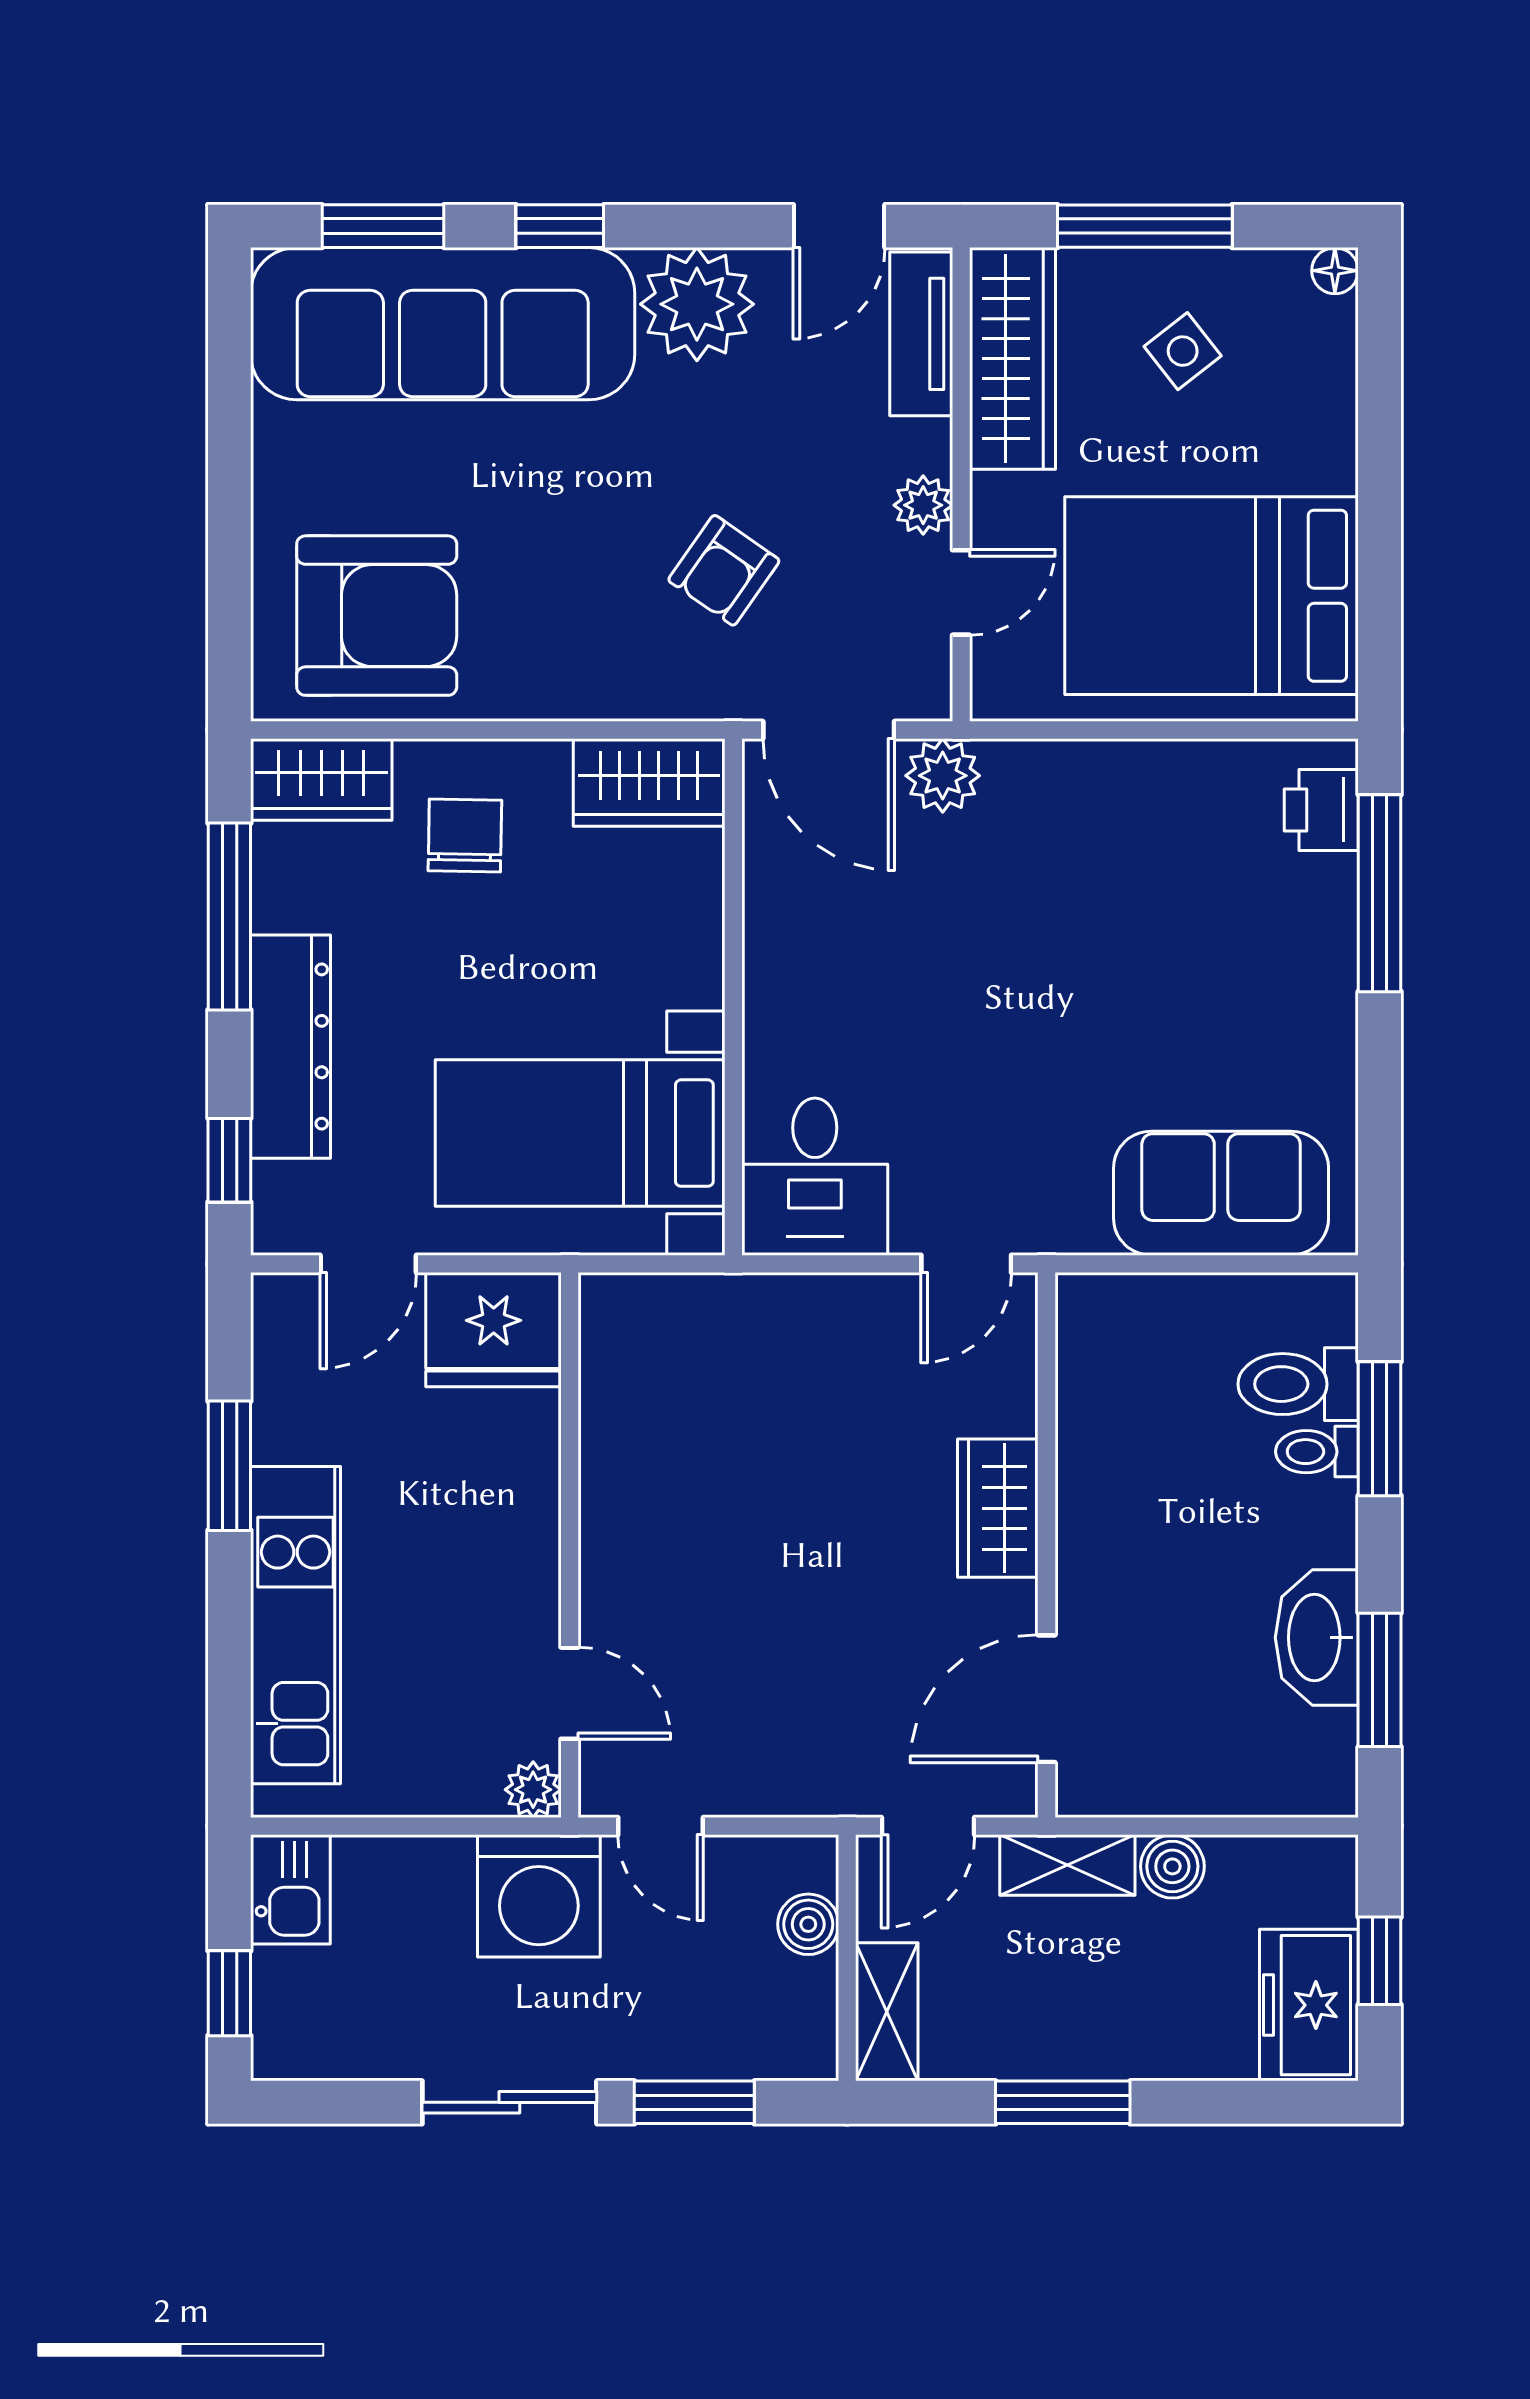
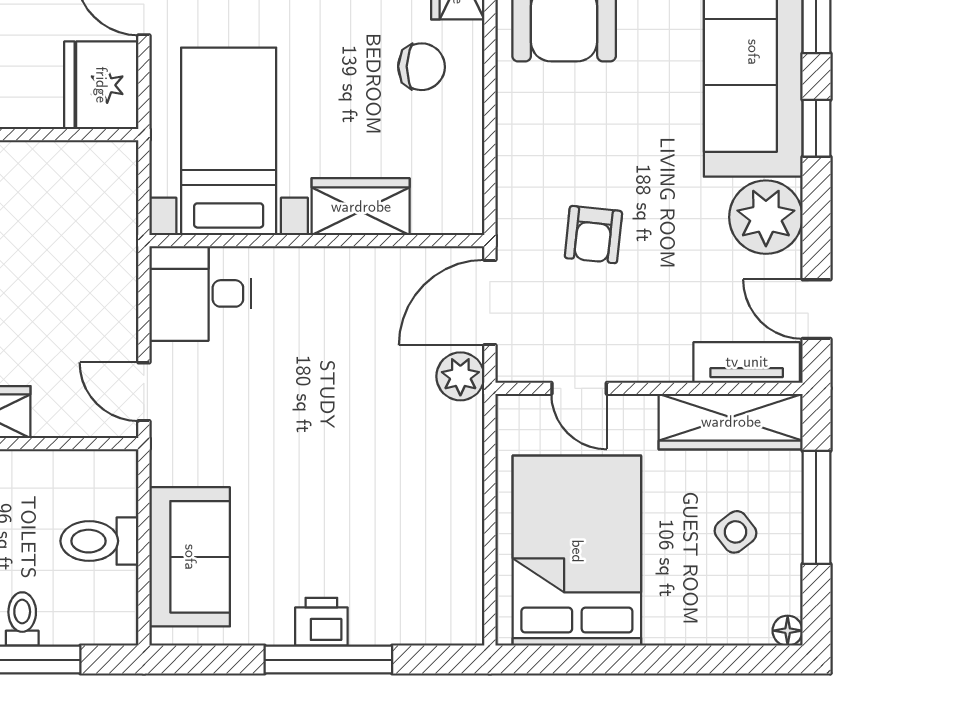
plant: (923, 505) -> (636, 364), removed
armchair: (724, 570) -> (593, 235), turned -119
wardrobe: (649, 782) -> (361, 207), moved, turned 90
printer: (1321, 810) -> (321, 622), moved
window: (1380, 893) -> (328, 660), moved
toilet: (1298, 1384) -> (99, 541), moved, turned -90

